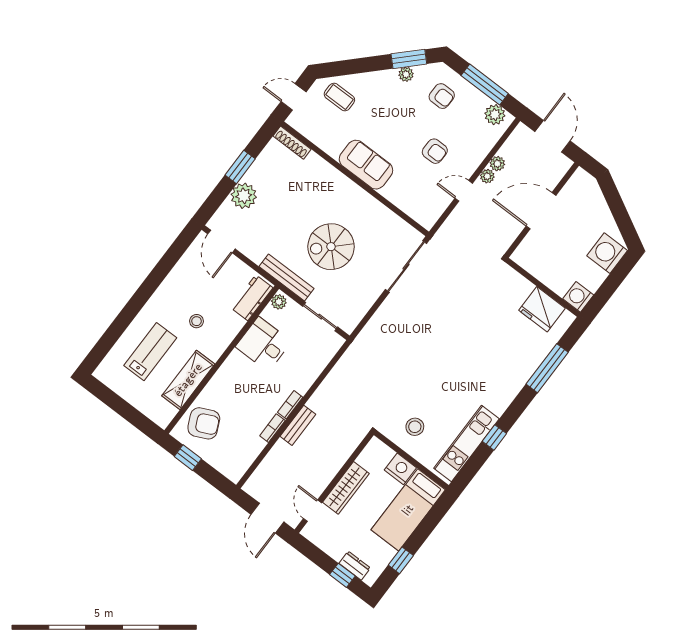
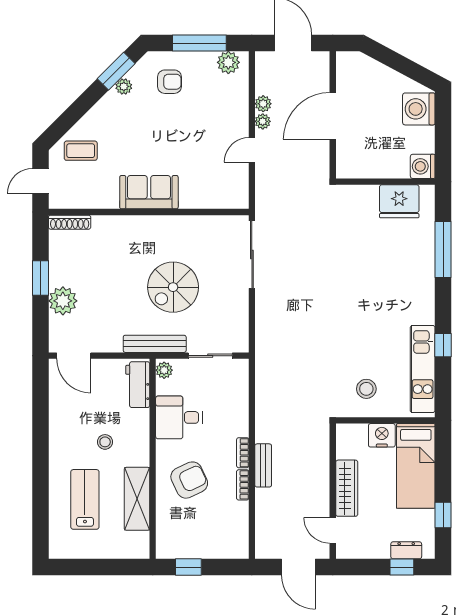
armchair: (435, 151) -> (200, 135), removed
armchair: (204, 423) -> (189, 480), moved

